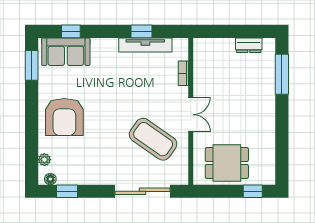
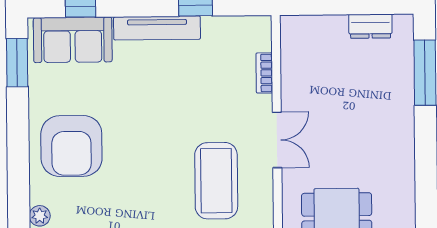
tv unit: (145, 45) -> (157, 28), moved
coffee table: (153, 139) -> (216, 181), turned 55

